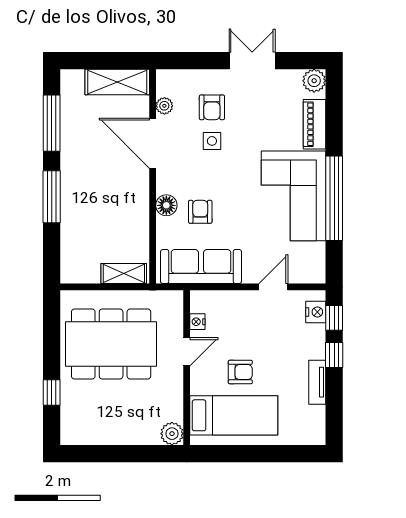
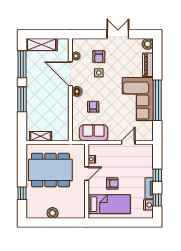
shelving: (117, 82) -> (42, 45), moved
floor lamp: (166, 205) -> (77, 91), moved
sofa: (201, 266) -> (93, 133), width x0.73
shelving: (124, 273) -> (40, 136), moved
nightstand: (316, 312) -> (148, 205), moved
window: (334, 318) -> (157, 200), moved
plant: (172, 434) -> (52, 213), moved

